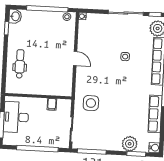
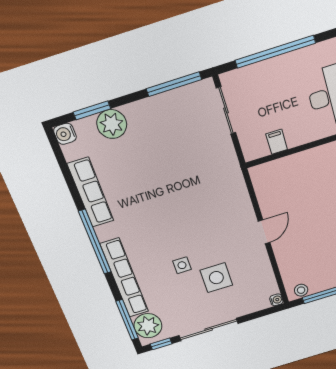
door: (75, 59) -> (264, 232), swing flipped
side table: (91, 103) -> (216, 278), moved

